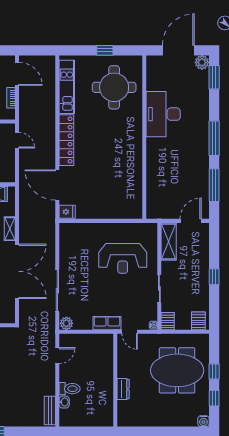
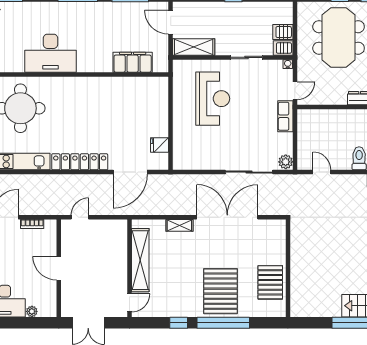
filing cabinet: (155, 187) -> (133, 62), added
fridge: (67, 212) -> (159, 145), moved, turned -90
server rack: (198, 321) -> (283, 32), moved

